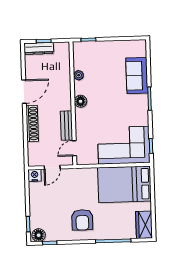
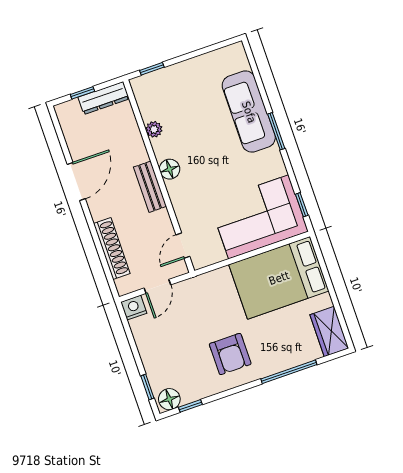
dresser: (39, 48) -> (104, 98), moved
sofa: (137, 76) -> (249, 112), width x1.36
shoe rack: (32, 124) -> (112, 248), moved
bench: (66, 126) -> (150, 187), moved

